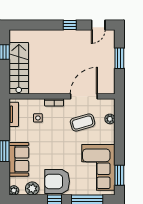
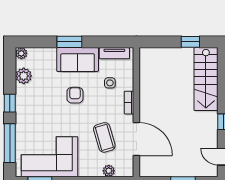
stairs: (19, 68) -> (206, 79), moved, turned 90
sofa: (19, 159) -> (78, 60), moved
armchair: (57, 181) -> (75, 95), moved, width x0.53, depth x0.53

